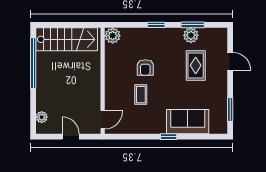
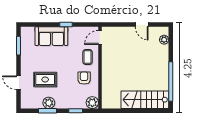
plant: (113, 36) -> (92, 103), moved
rug: (196, 65) -> (45, 80), turned 90
wall: (103, 81) -> (100, 68), moved
door: (103, 120) -> (100, 37), moved

